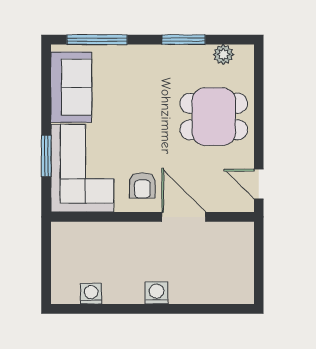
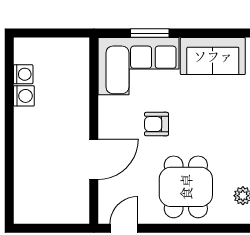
armchair: (142, 185) -> (157, 124), moved
washing machine: (156, 293) -> (24, 96), moved

